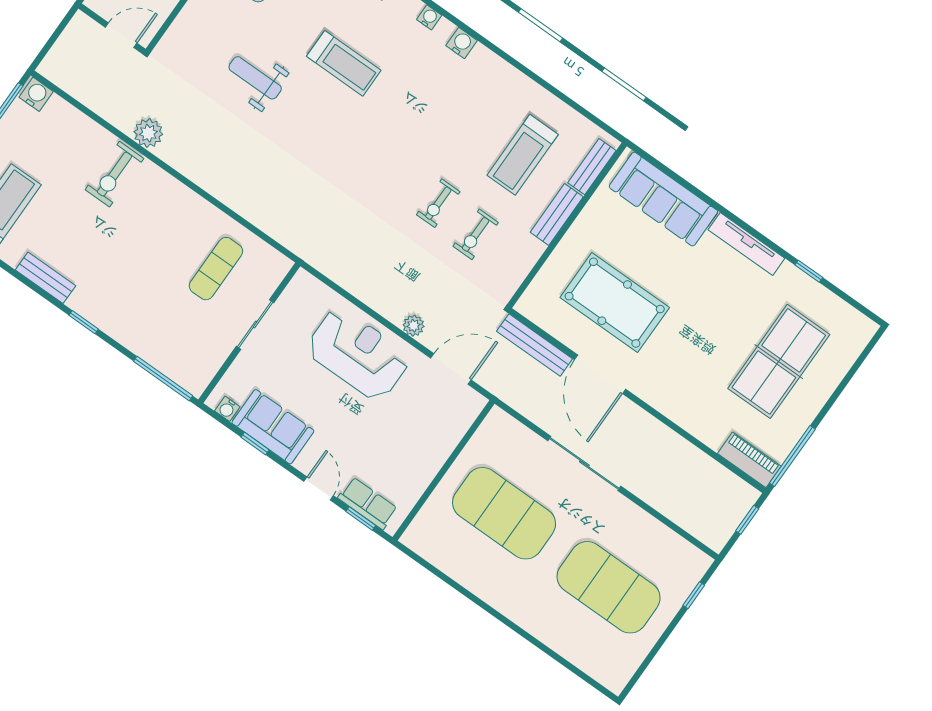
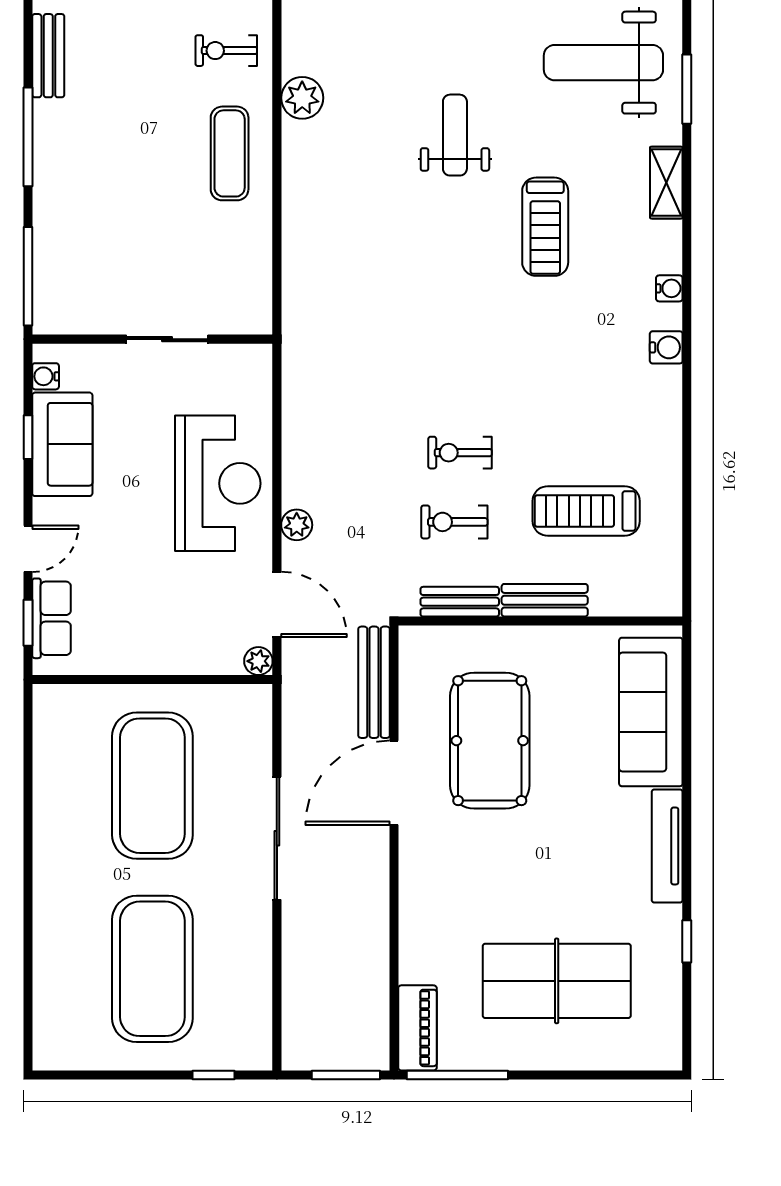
plant: (148, 133) -> (302, 98), moved
bench: (592, 167) -> (460, 602), moved
exercise bike: (114, 174) -> (226, 51), width x0.73, depth x0.72
exercise mat: (216, 269) -> (230, 153), moved, turned 90
window: (84, 322) -> (28, 137), width x2.17
plant: (476, 402) -> (258, 661), added
window: (747, 520) -> (346, 1075), width x1.50

